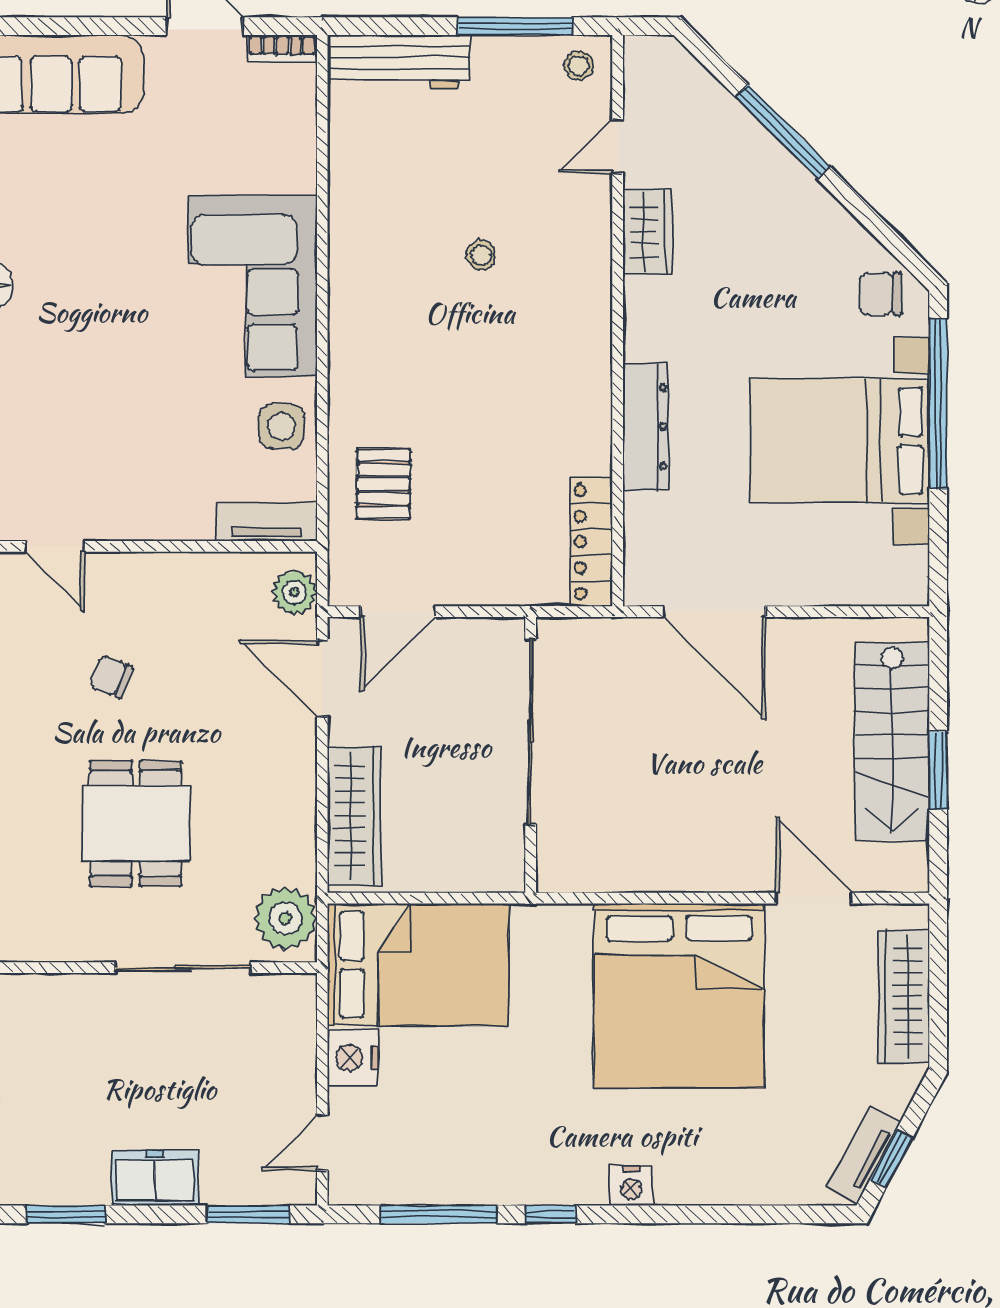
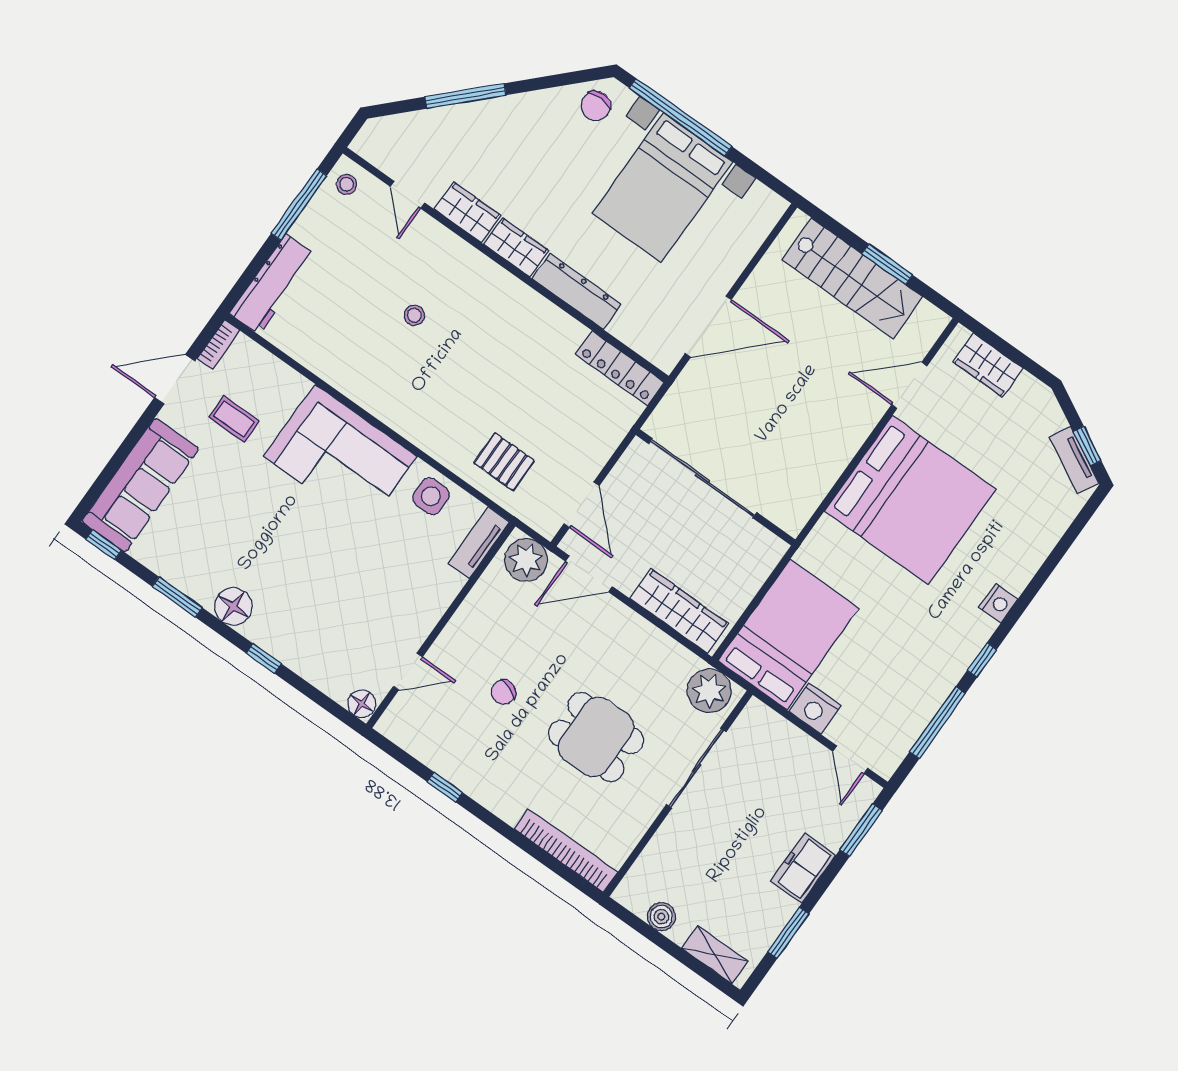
coffee table: (207, 129) -> (234, 419), added
wardrobe: (647, 319) -> (516, 247), added
plant: (294, 592) -> (526, 560), width x1.36, depth x1.36
wardrobe: (904, 996) -> (988, 365), width x0.67

